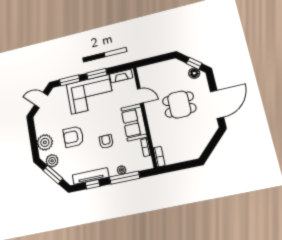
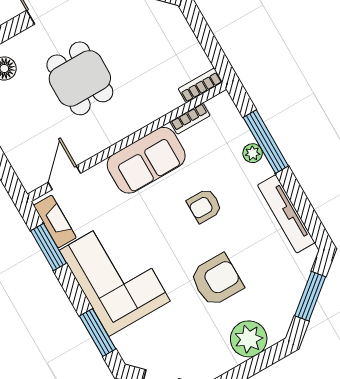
window: (97, 74) -> (49, 247), moved
door: (140, 96) -> (64, 178), moved
armchair: (73, 137) -> (217, 280), turned -90
plant: (52, 161) -> (282, 309), removed
window: (93, 184) -> (302, 204), removed

